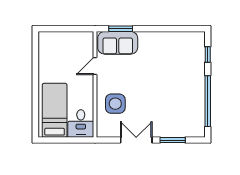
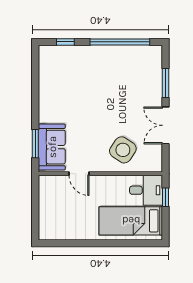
side table: (115, 104) -> (123, 150), turned 34
window: (75, 140) -> (165, 197), added

